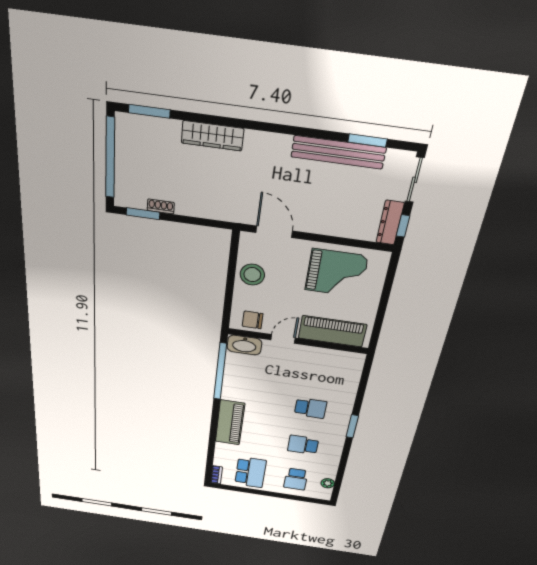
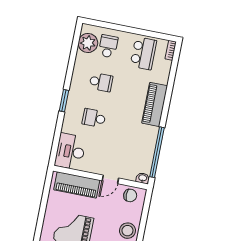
washbasin: (244, 345) -> (143, 178), width x0.52, depth x0.69
desk: (343, 371) -> (70, 152), added
school desk: (250, 472) -> (143, 53), turned 180
plant: (328, 483) -> (88, 43), width x1.87, depth x1.87

